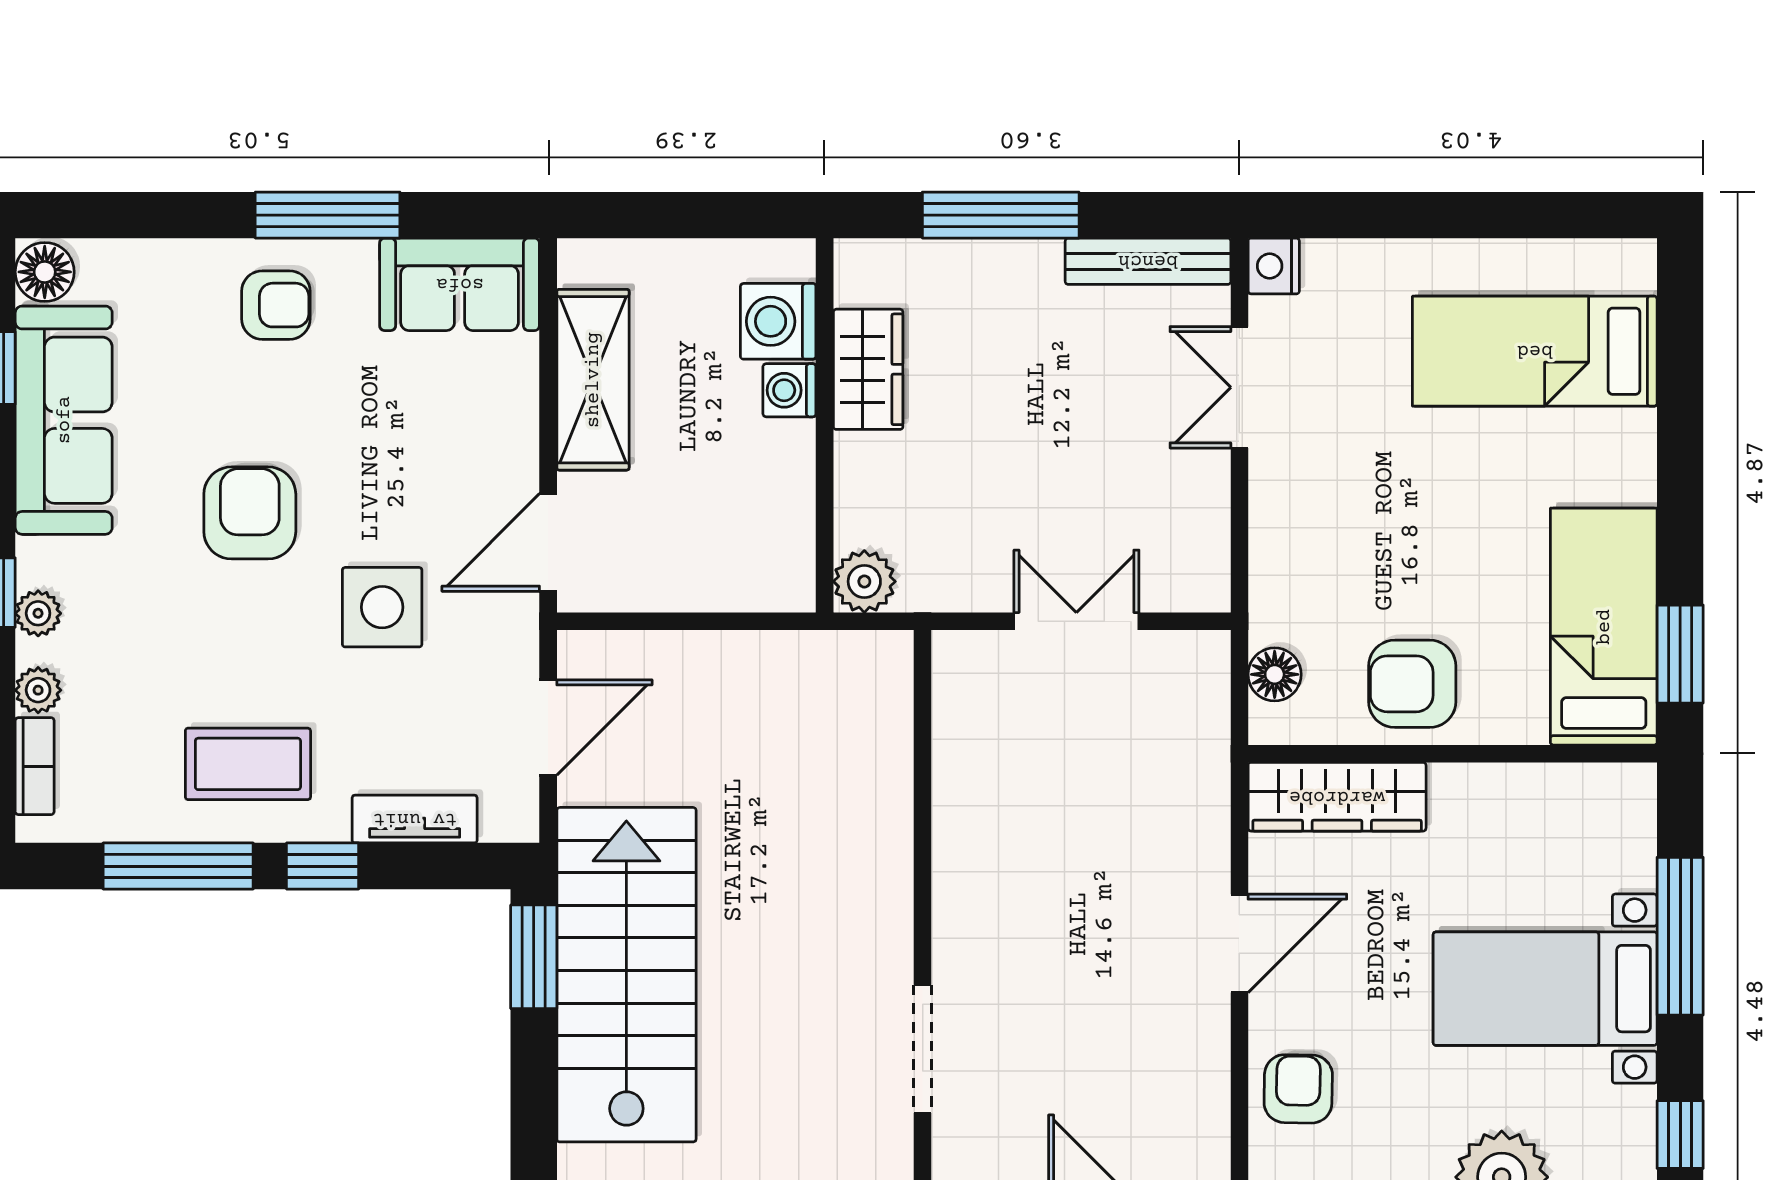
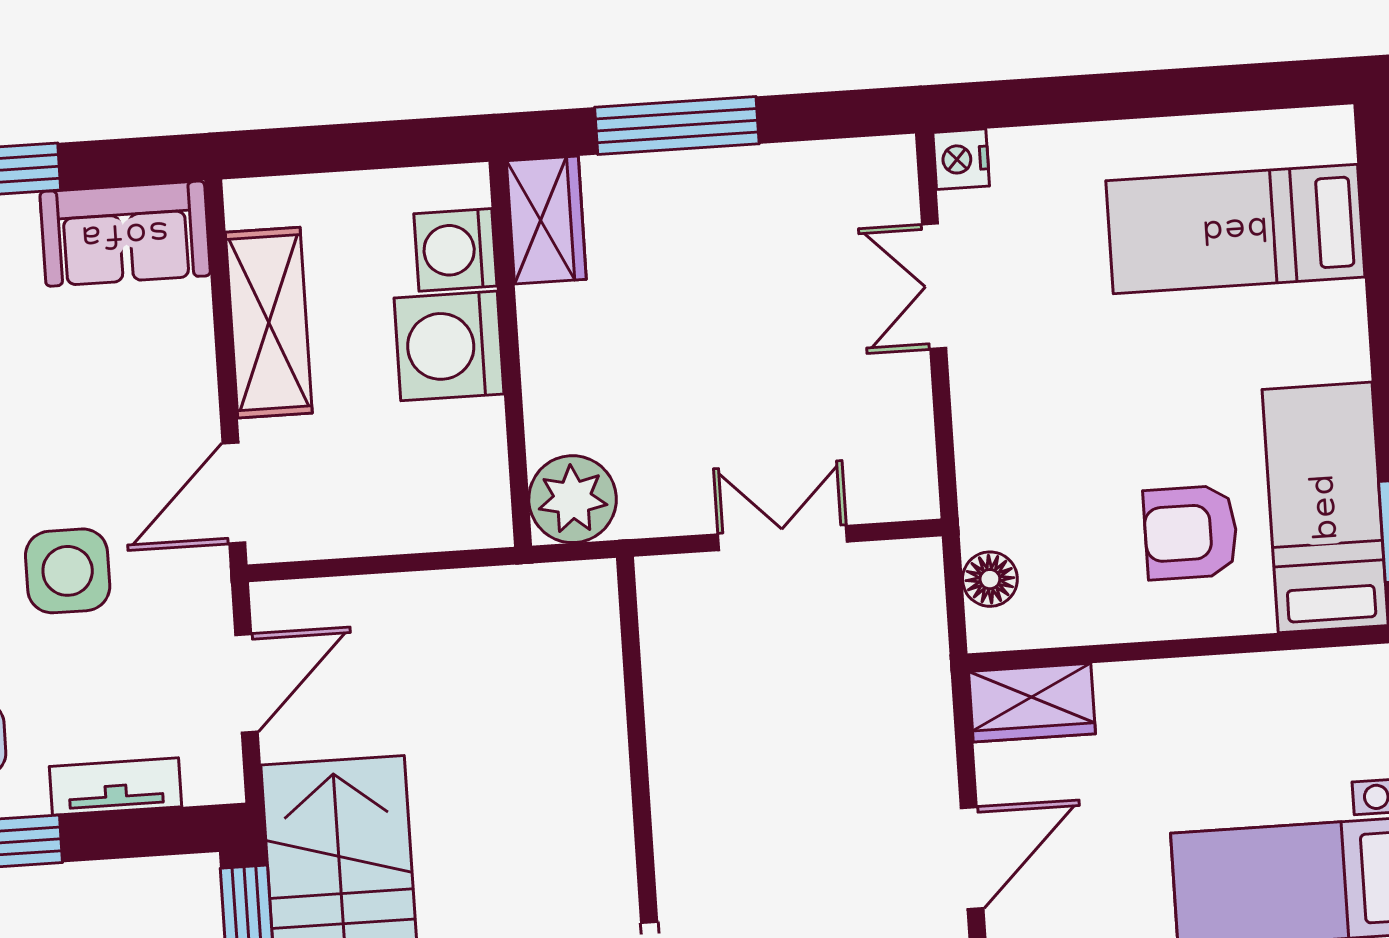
bench: (1148, 261) -> (832, 163), removed
wardrobe: (868, 369) -> (546, 220), moved
washing machine: (789, 390) -> (449, 346), width x1.89, depth x1.89
plant: (864, 581) -> (573, 499), width x1.36, depth x1.36
armchair: (1412, 684) -> (1191, 532), moved
wardrobe: (1337, 797) -> (1032, 703), width x0.67

